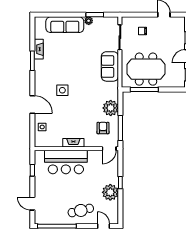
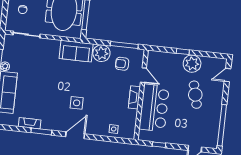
sofa: (110, 66) -> (76, 51), moved
door: (32, 104) -> (75, 135), moved
door: (109, 149) -> (143, 75), moved
cafe table: (81, 210) -> (195, 95), moved

